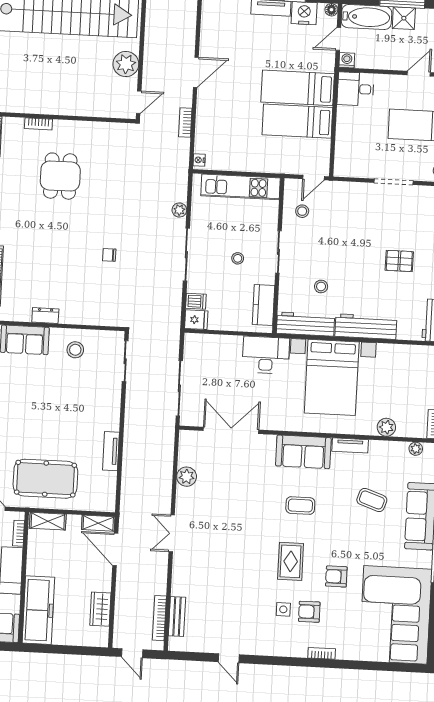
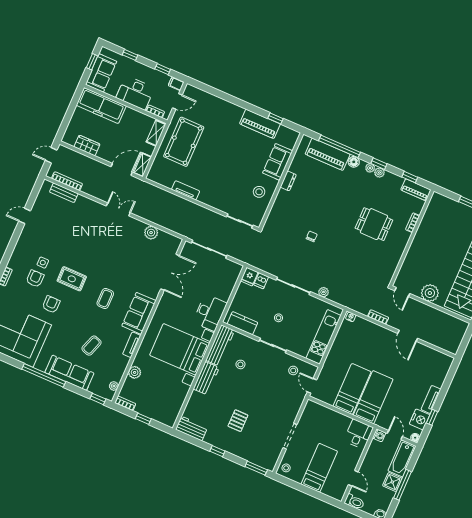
workbench: (366, 327) -> (206, 378), width x0.73

